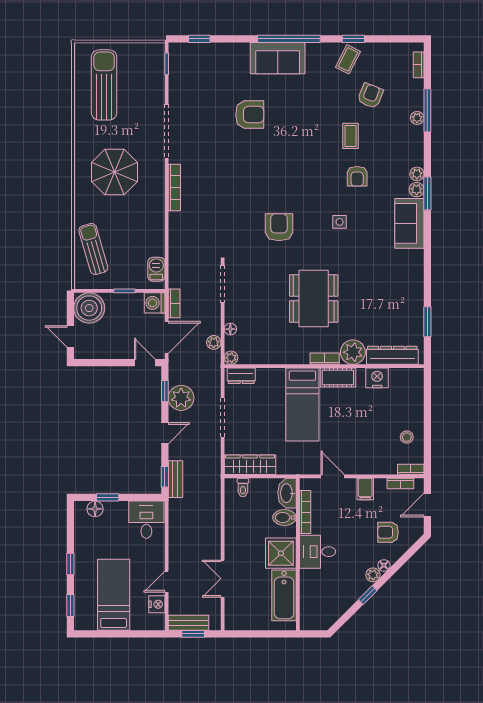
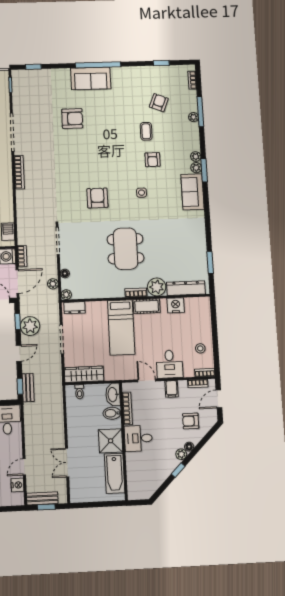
window: (353, 39) -> (161, 63), moved
coffee table: (348, 59) -> (141, 78), removed
desk: (364, 456) -> (169, 364), added

